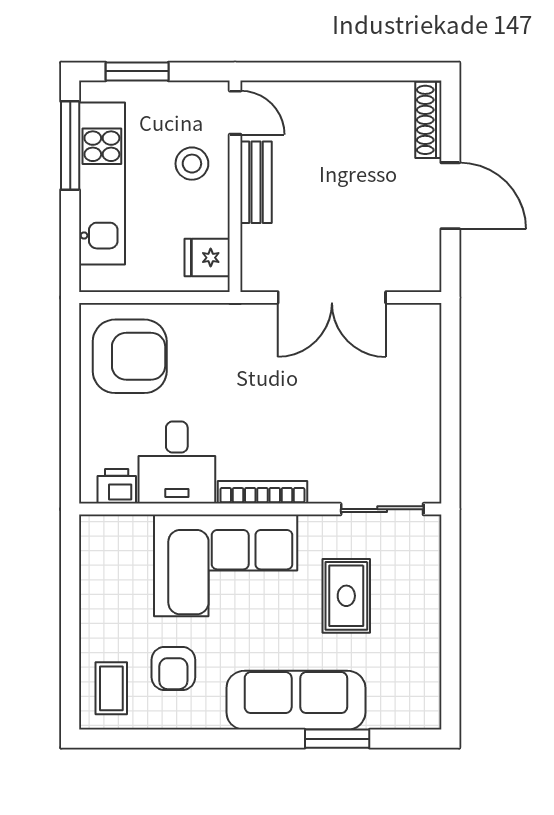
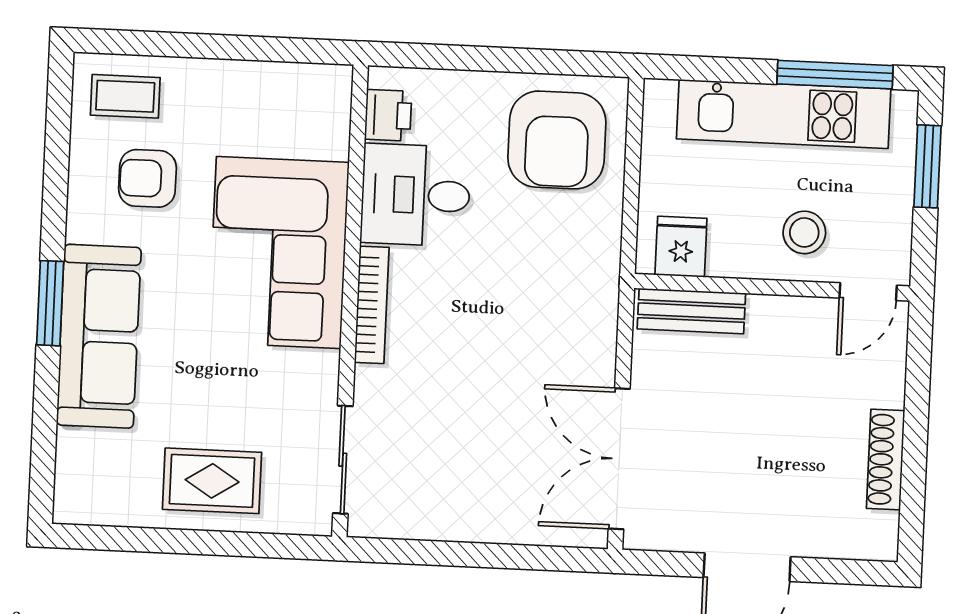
shoe rack: (428, 120) -> (886, 459), moved, turned -90
bench: (256, 182) -> (691, 311), moved
double door: (332, 297) -> (619, 459), moved
rug: (346, 596) -> (212, 481), moved
window: (337, 739) -> (50, 303), moved

